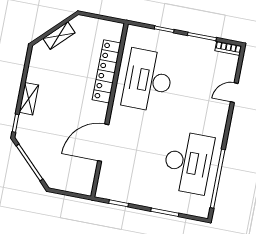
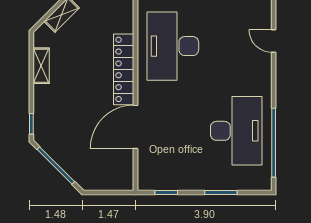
locker: (107, 71) -> (124, 69), moved
door: (234, 93) -> (274, 41), hinge flipped
shelving: (29, 99) -> (41, 66), moved

